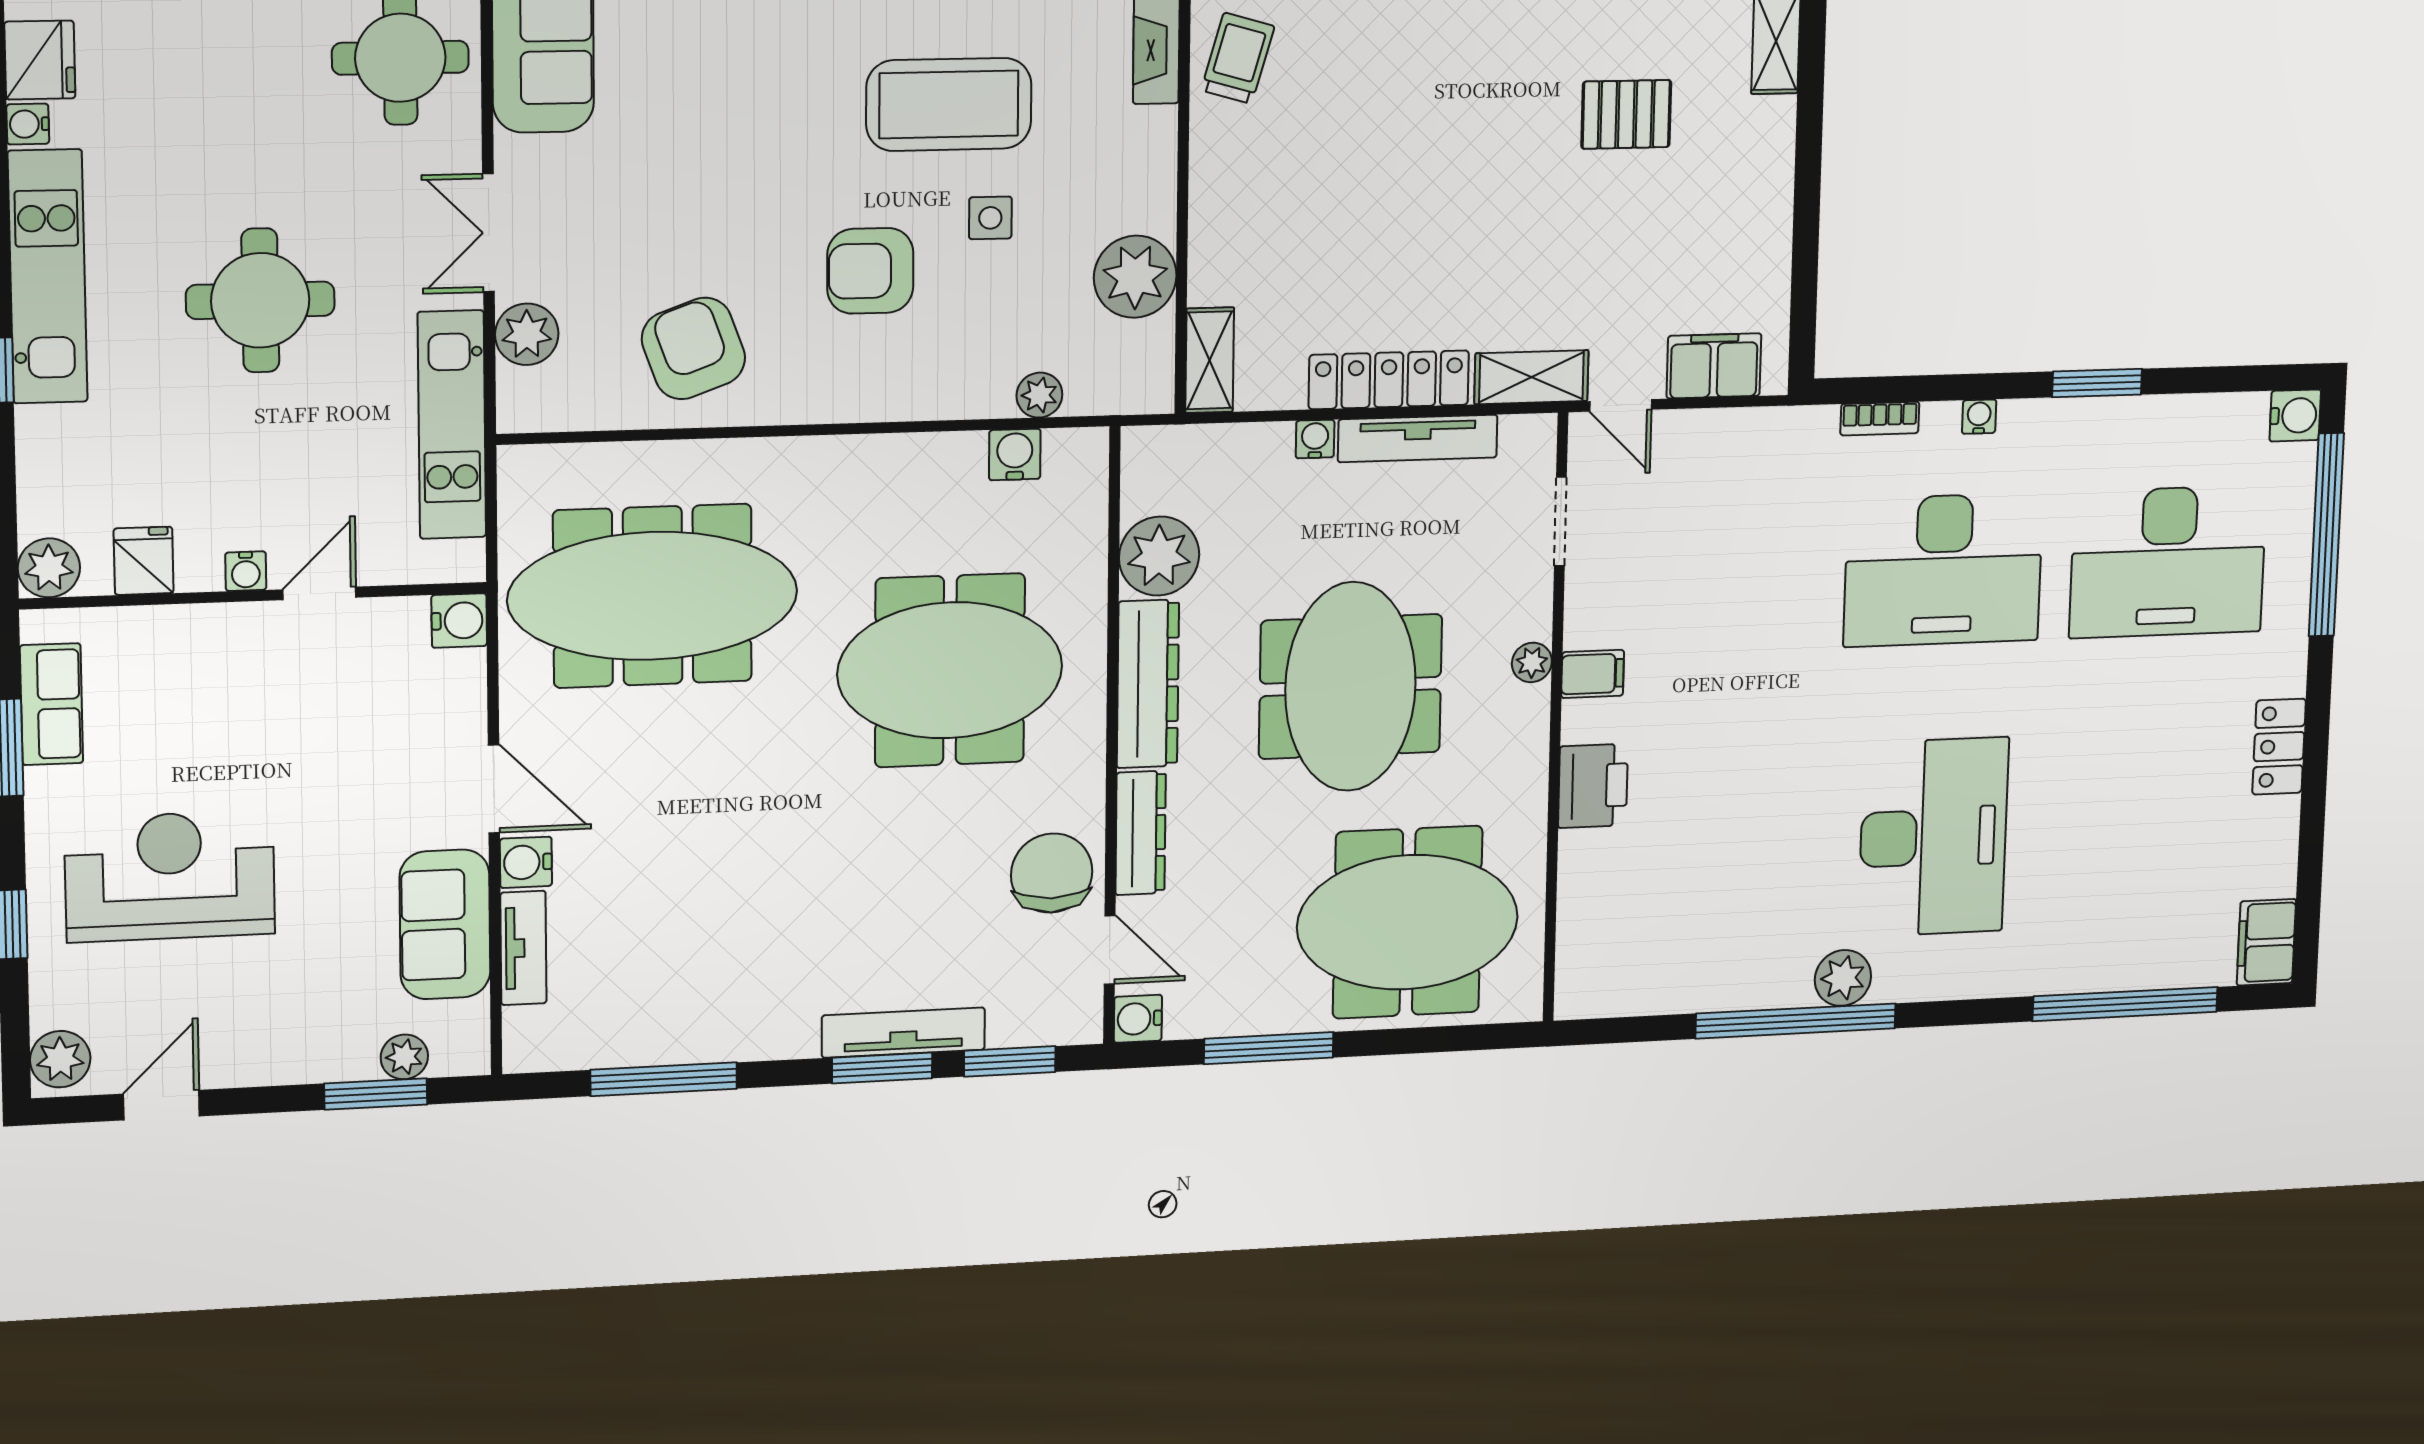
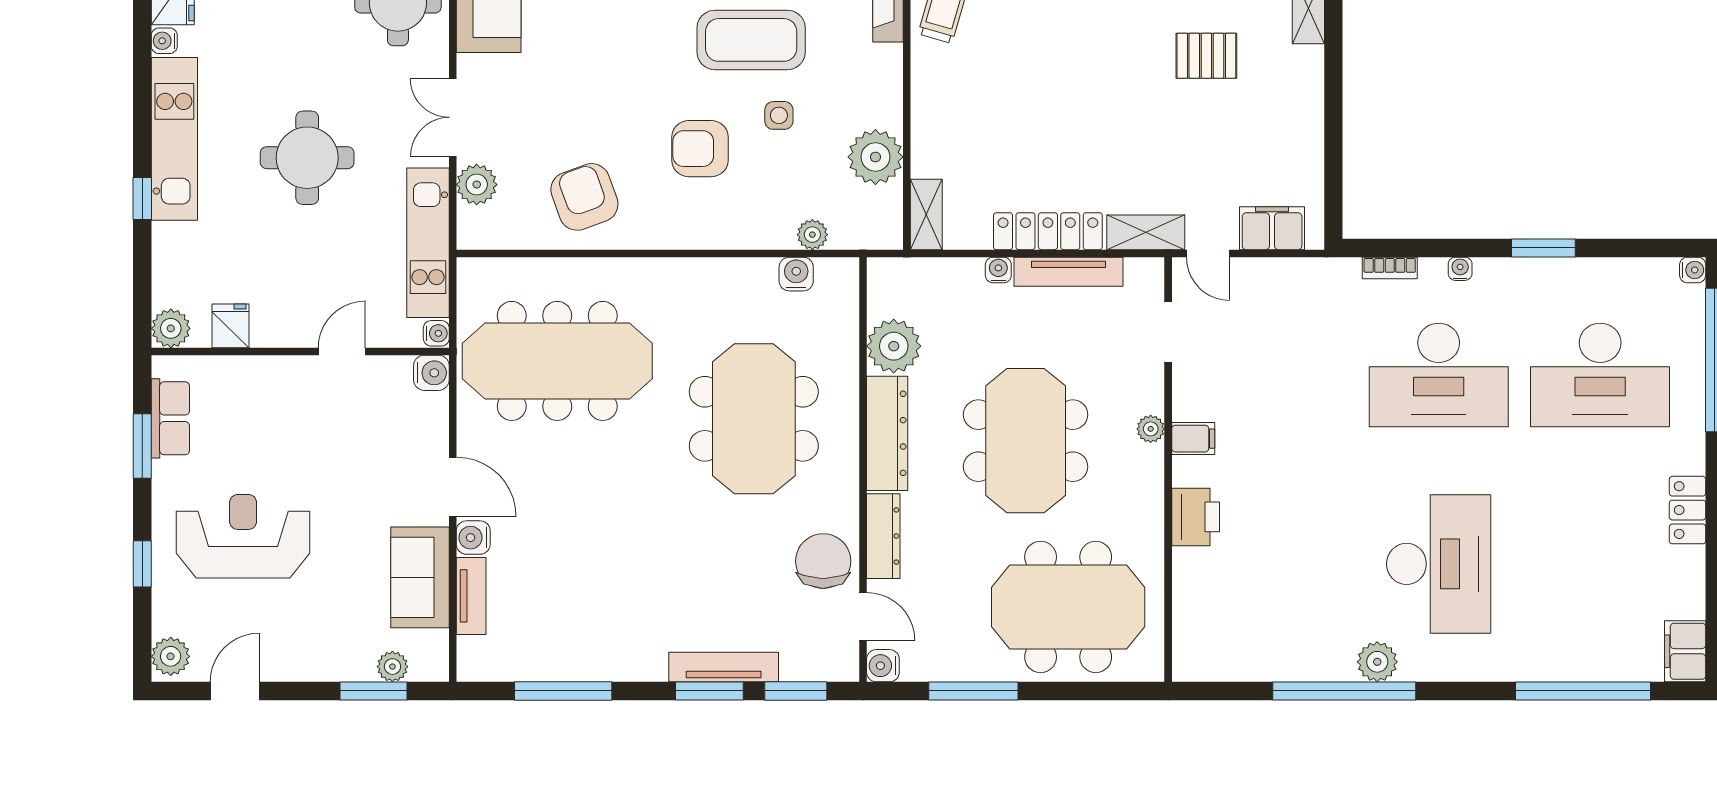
water cooler: (2295, 415) -> (1693, 270), width x0.72, depth x0.72
water cooler: (246, 571) -> (436, 333), moved, turned -90
meeting table: (950, 670) -> (754, 419), turned 90

